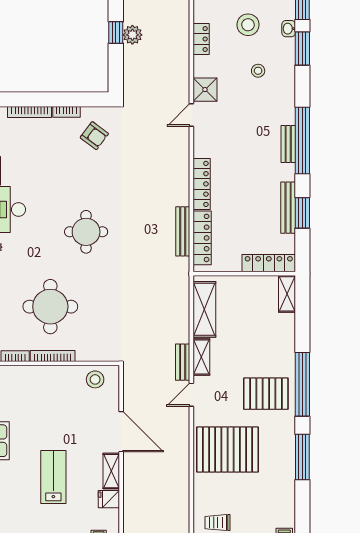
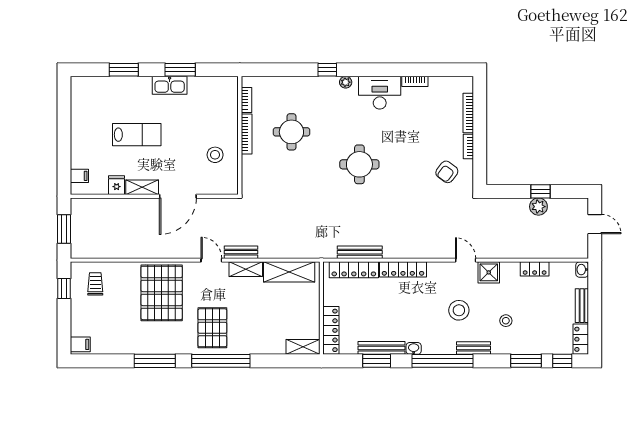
stool: (248, 25) -> (459, 310), moved
washbasin: (289, 29) -> (414, 348), moved
bench: (288, 144) -> (474, 348), moved
round table: (50, 307) -> (291, 132), width x0.73, depth x0.73
stool: (95, 379) -> (215, 155), moved

